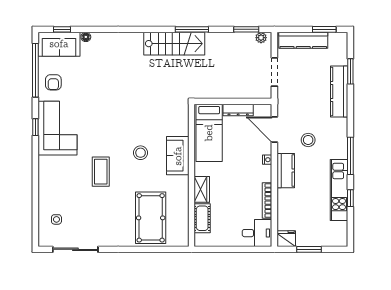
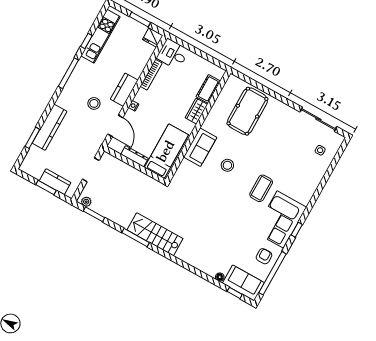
window: (324, 29) -> (46, 188), moved
kitchen counter: (303, 40) -> (55, 182), width x0.67
coffee table: (101, 172) -> (261, 188), moved
kitchen unit: (339, 190) -> (101, 36), moved

